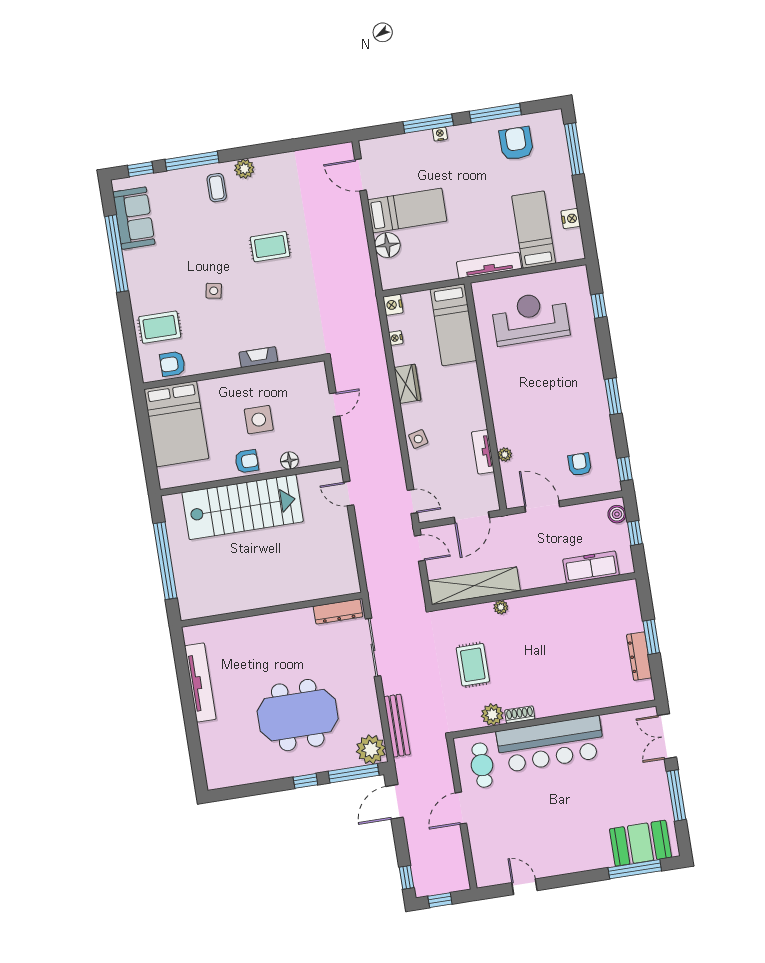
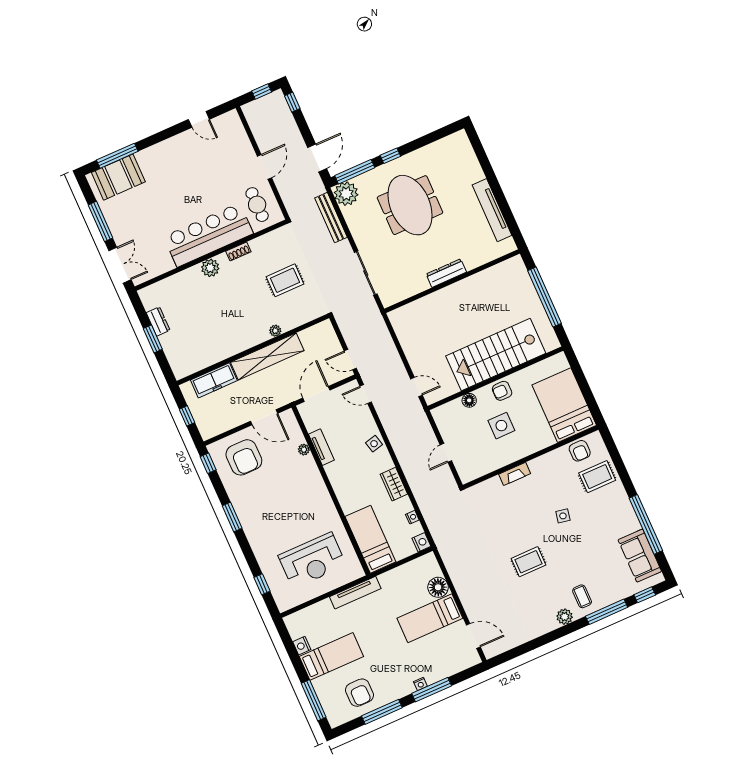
bed: (534, 230) -> (331, 656), moved, turned -90
armchair: (172, 364) -> (580, 451), turned 90
armchair: (580, 464) -> (244, 457), width x1.88, depth x1.88
boiler: (617, 514) -> (205, 427), removed
shelving: (474, 586) -> (267, 356), moved
dresser: (338, 612) -> (446, 273), moved
dresser: (639, 656) -> (158, 321), width x0.70
rug: (473, 665) -> (285, 280), turned 90
meeting table: (298, 715) -> (410, 205), turned 90
plant: (492, 715) -> (210, 268), moved

